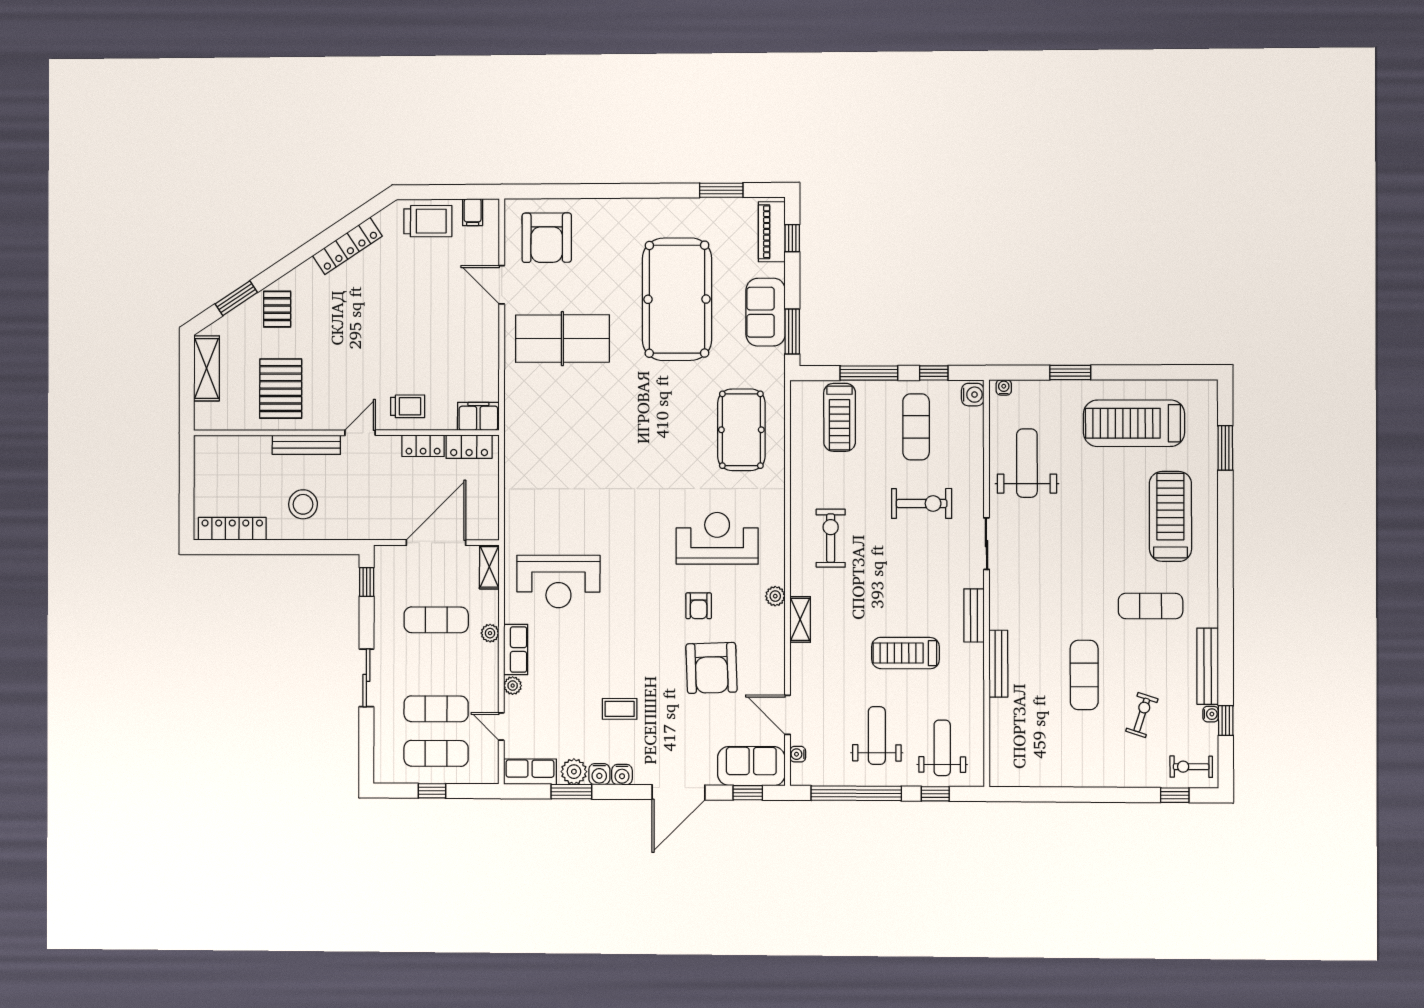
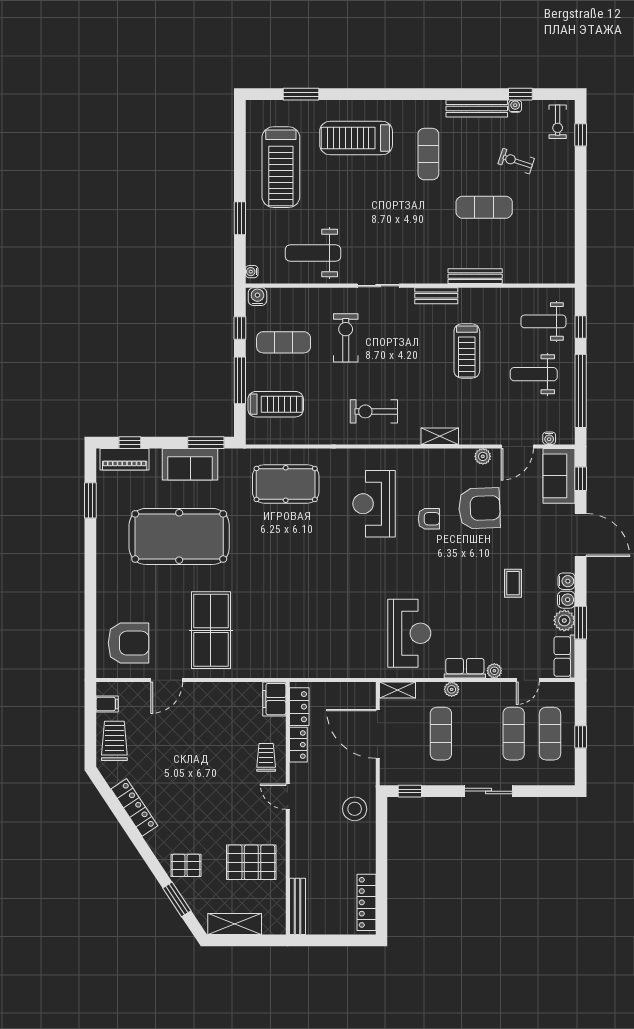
bench: (306, 445) -> (298, 906), moved
stool: (303, 504) -> (355, 809), moved
plant: (775, 596) -> (483, 456), moved

